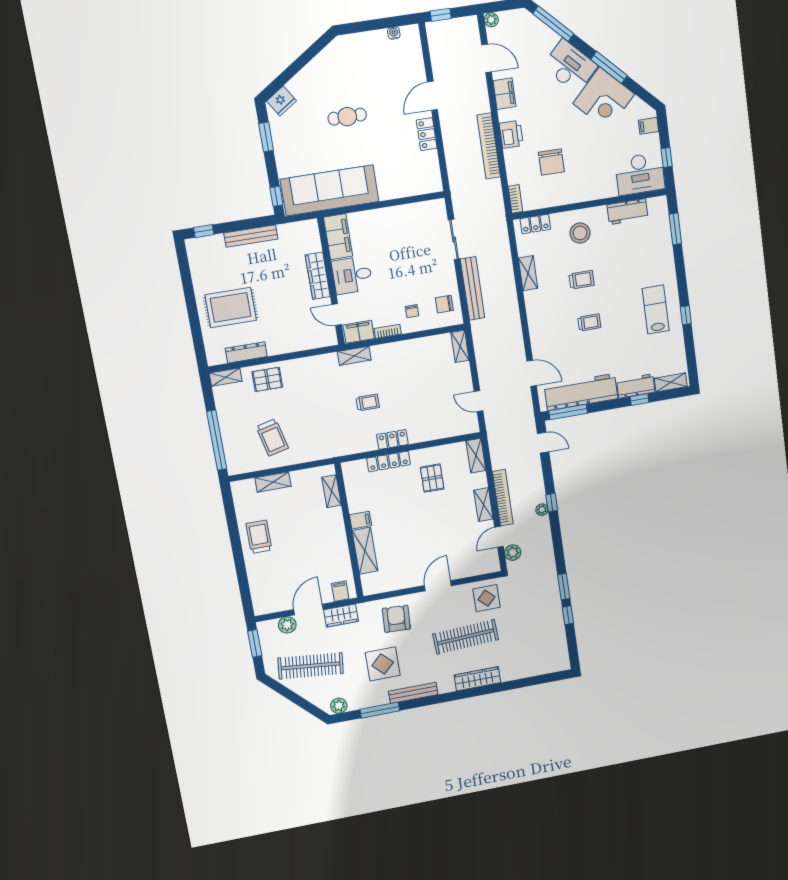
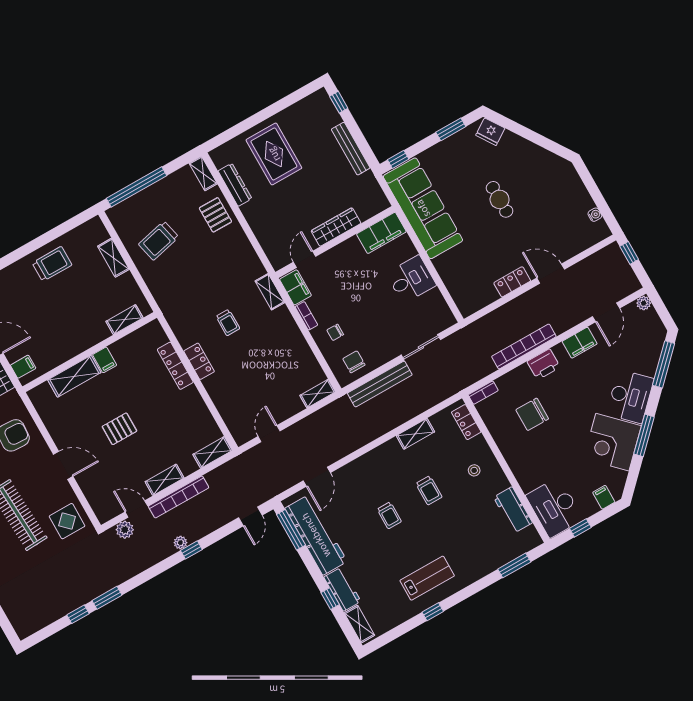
stool: (580, 233) -> (474, 470), width x0.53, depth x0.53
desk: (352, 275) -> (411, 279), moved, turned 90
pallet: (432, 478) -> (119, 429), moved

